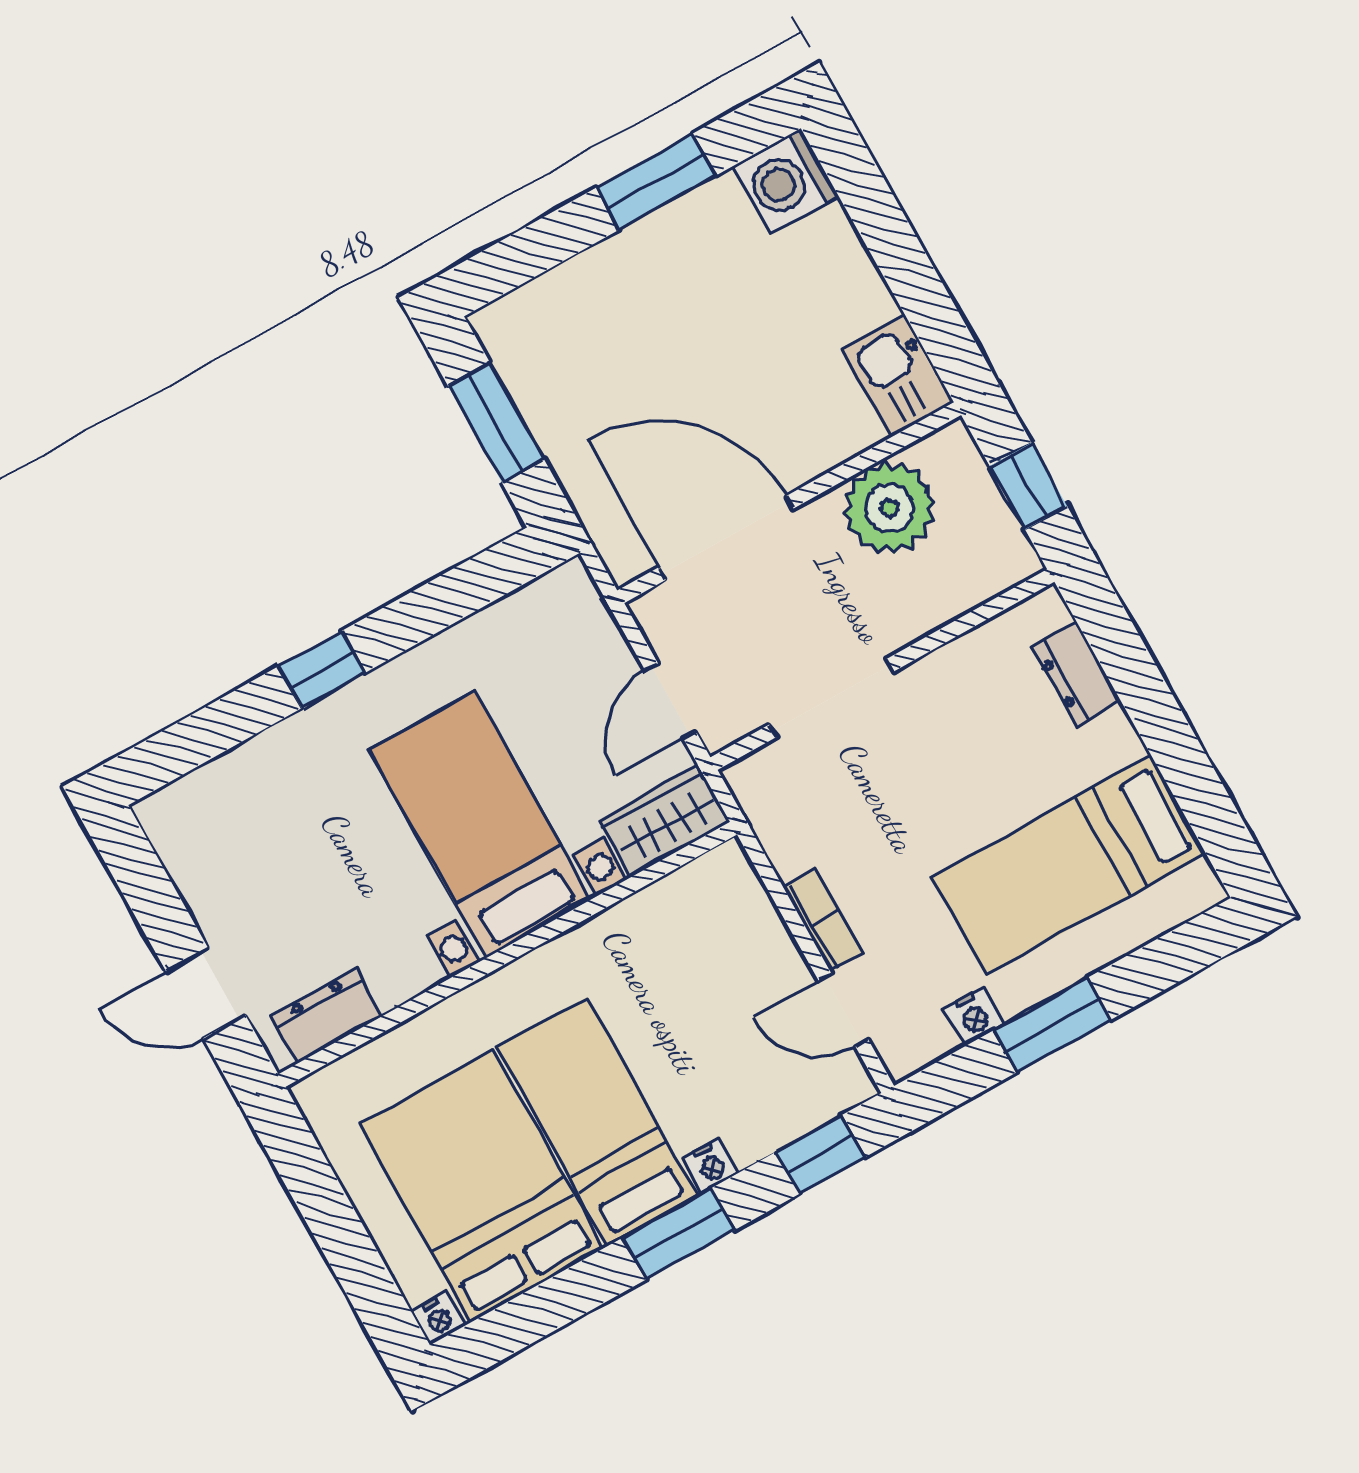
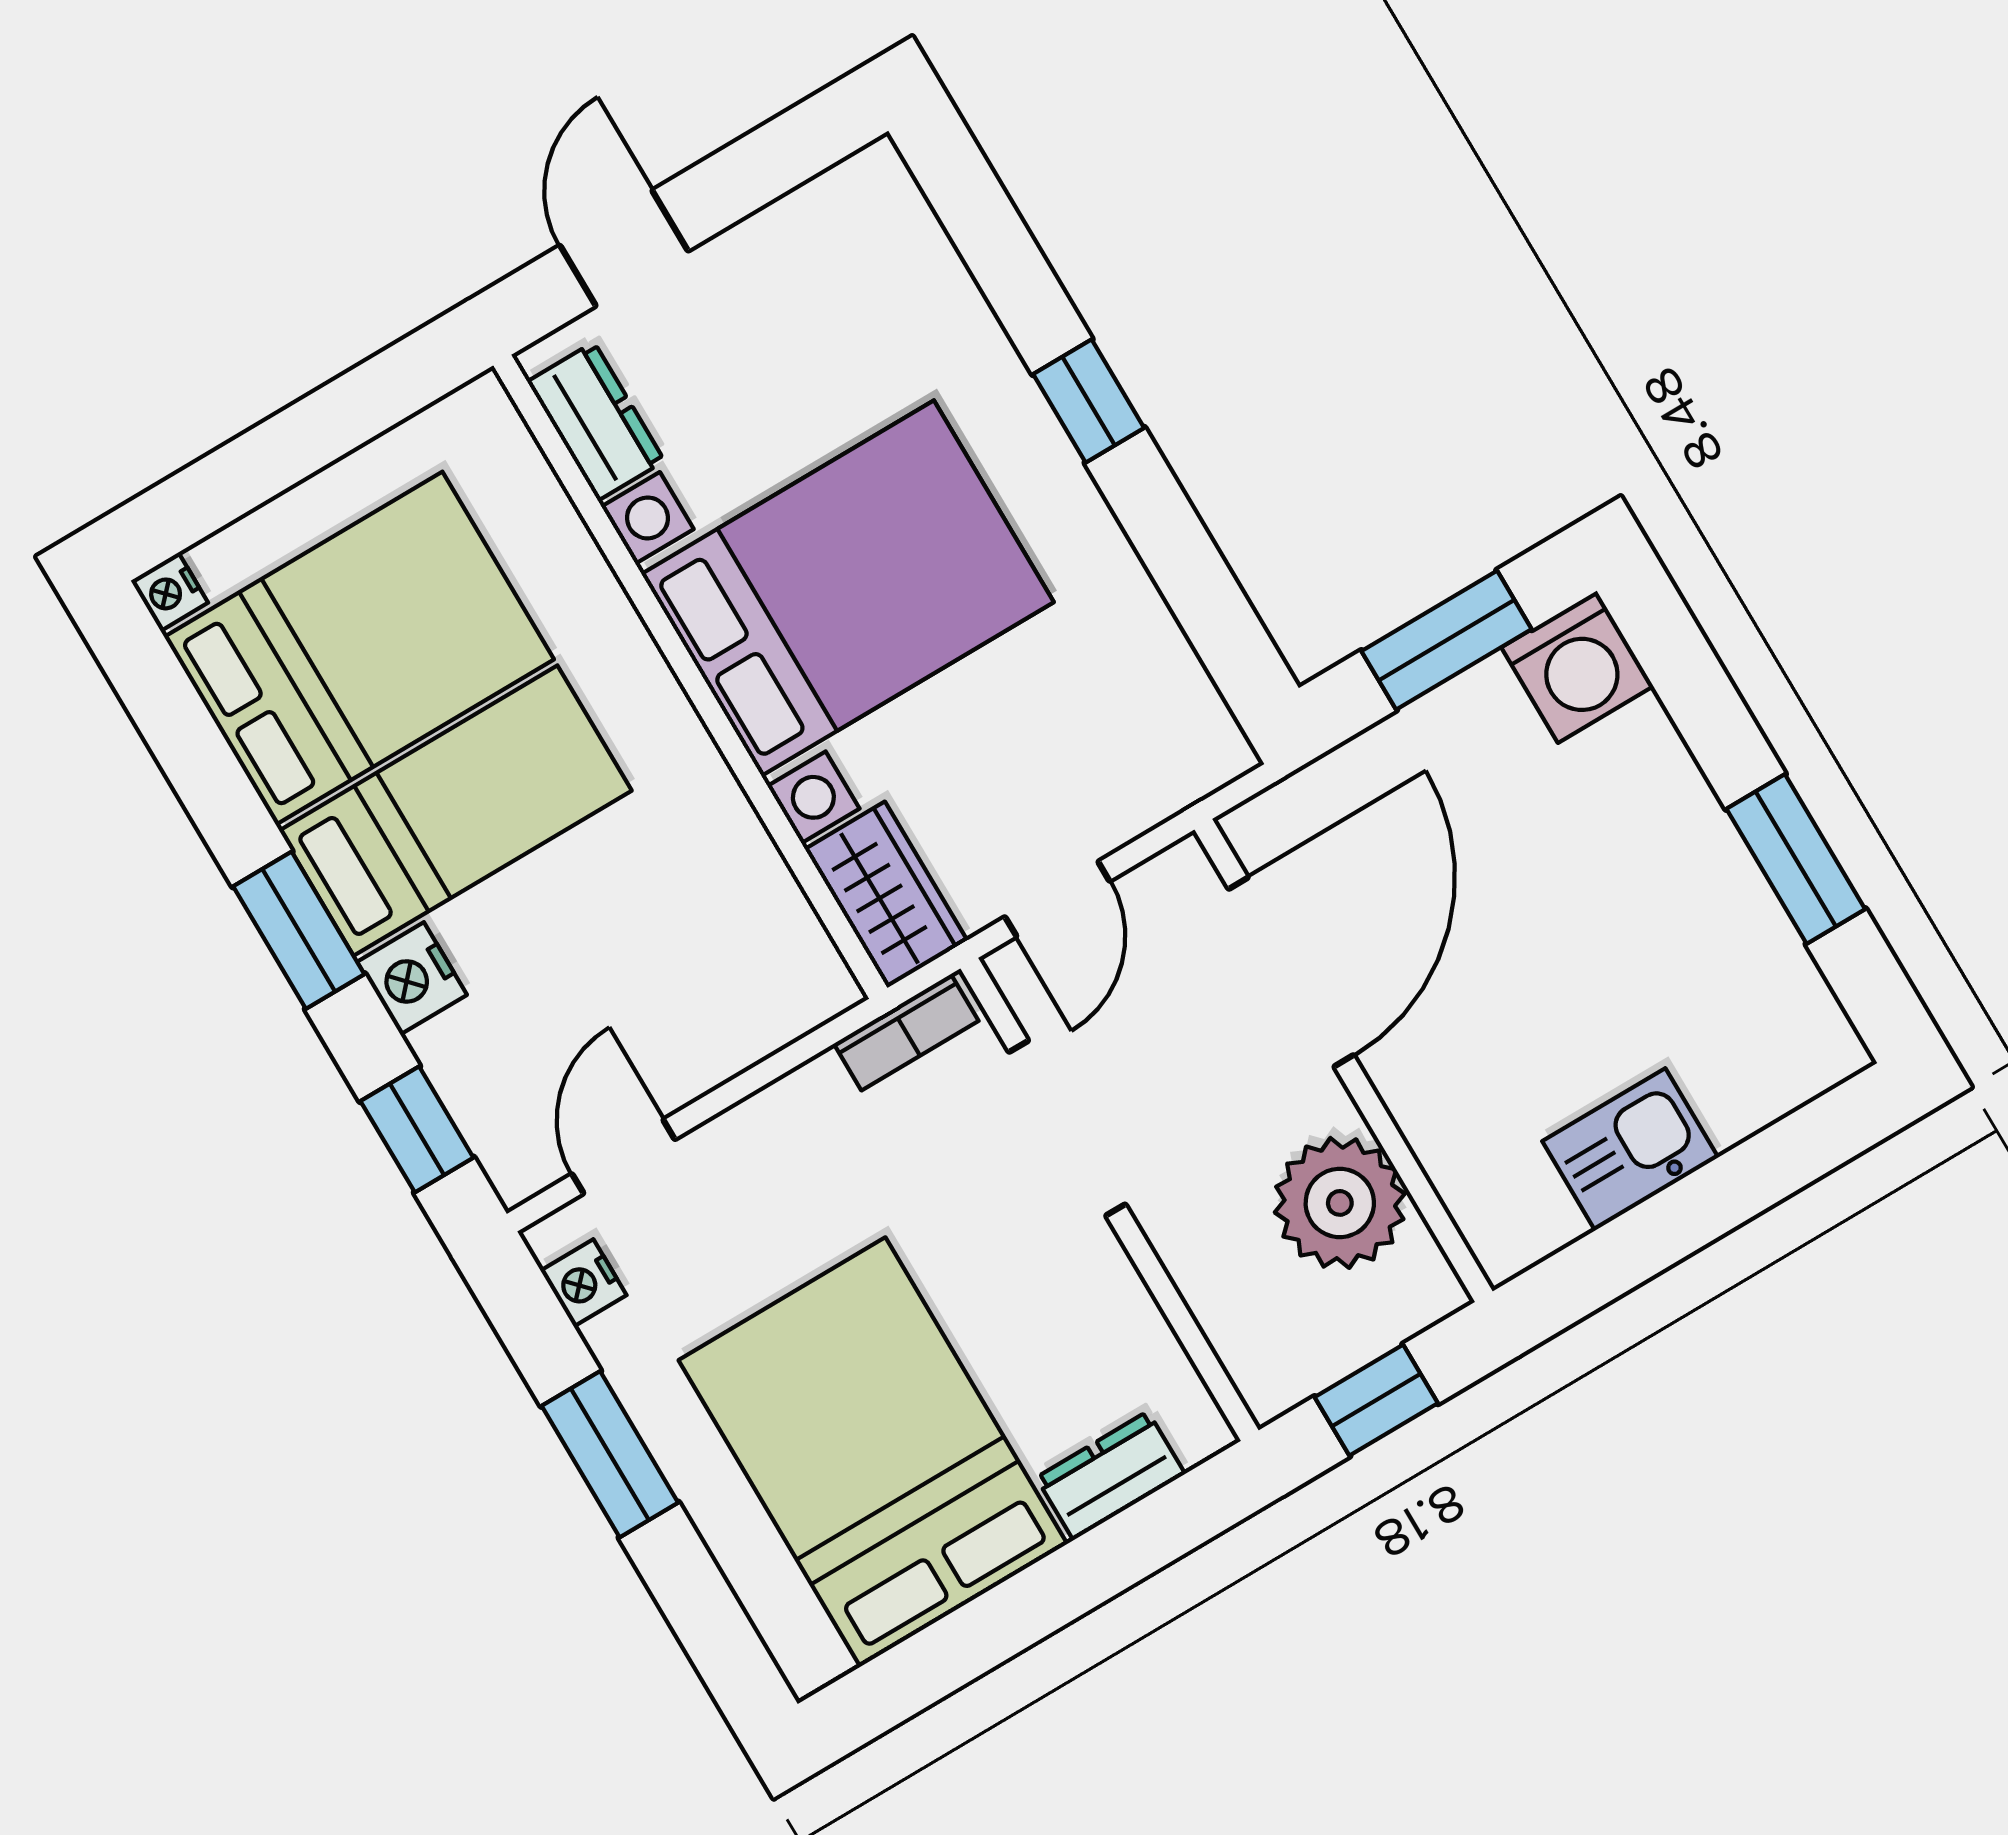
washing machine: (786, 181) -> (1577, 667), moved, turned 180
kitchen sink: (898, 376) -> (1630, 1149), moved
door: (671, 701) -> (1057, 899), swing flipped
bed with nightstands: (480, 824) -> (848, 588), width x1.36
bed: (1069, 865) -> (873, 1452), width x1.50
bookcase: (823, 920) -> (906, 1032), moved
nightstand: (974, 1017) -> (584, 1283), moved
nightstand: (711, 1165) -> (412, 978), width x1.39, depth x1.35

